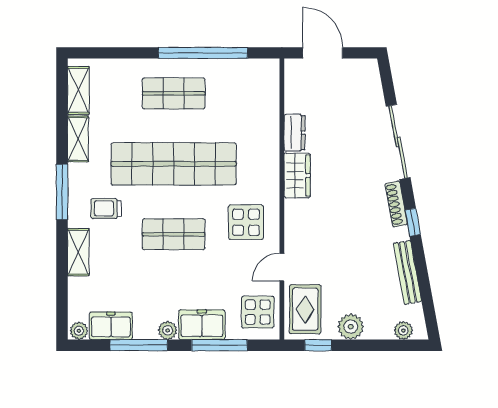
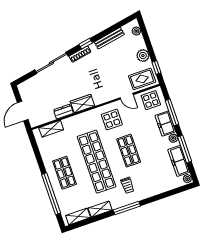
window: (203, 53) -> (51, 194), moved
shelving: (78, 252) -> (51, 129), moved
freezer: (111, 326) -> (179, 161), width x1.40

